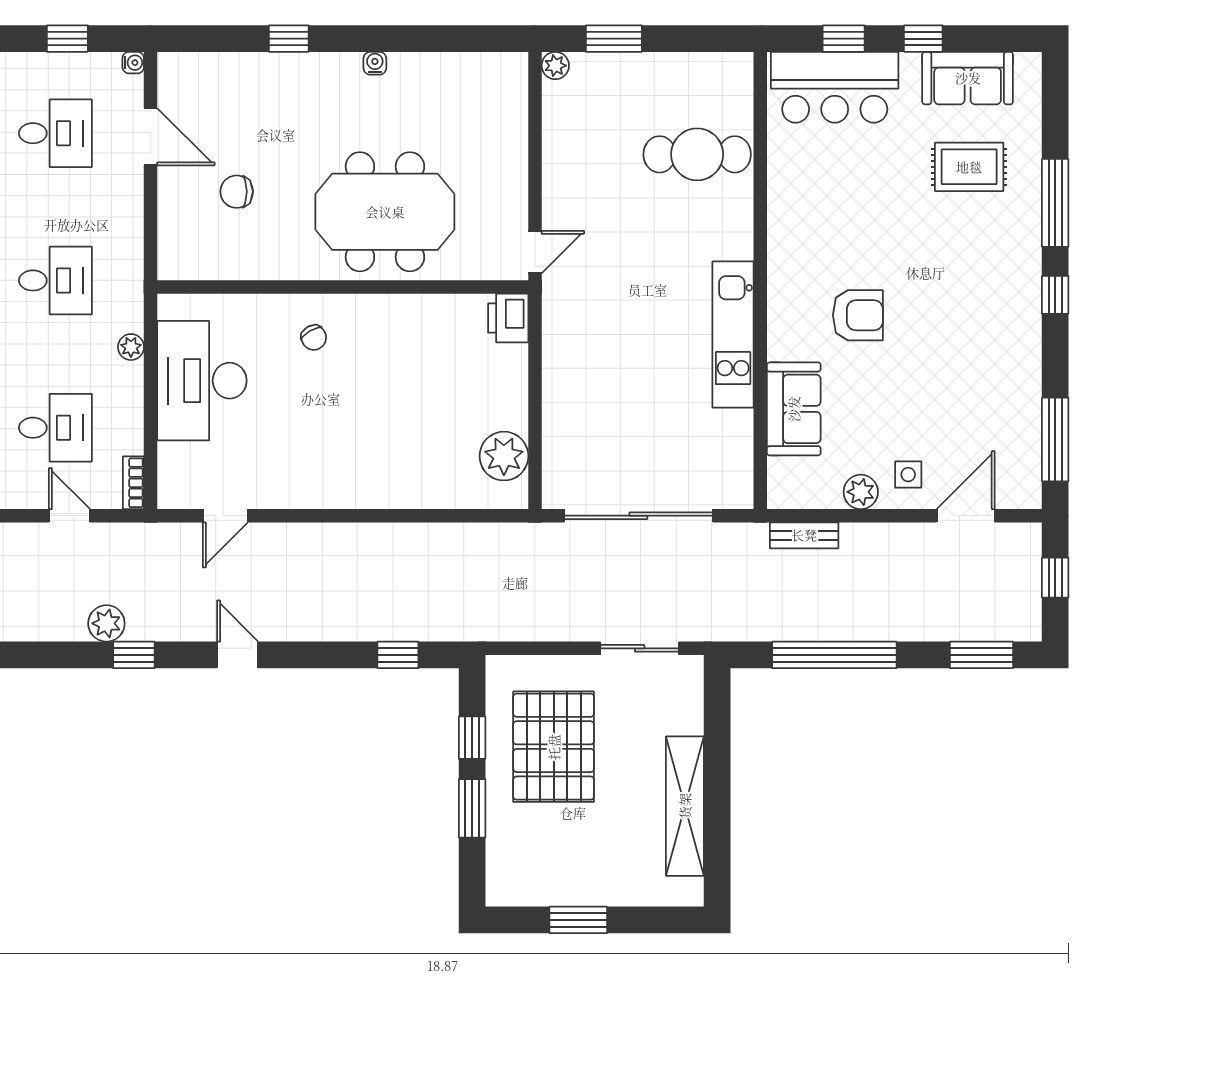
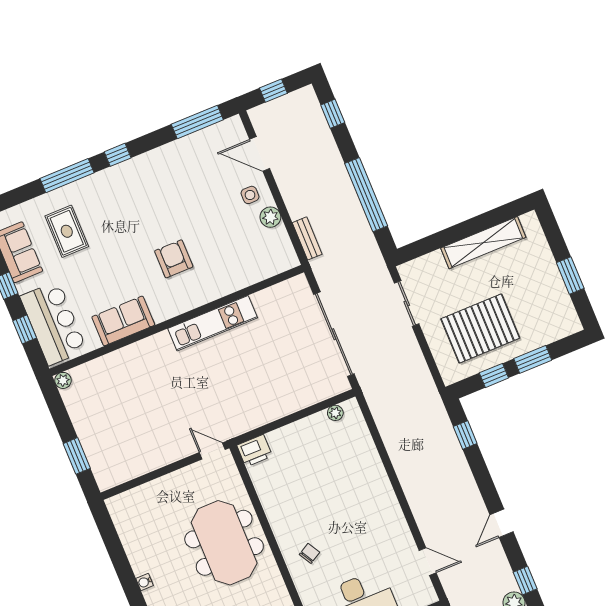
plant: (555, 66) -> (63, 380), moved
cafe table: (697, 154) -> (122, 384), removed
sofa: (794, 409) -> (123, 321), moved
plant: (504, 456) -> (335, 413), width x0.53, depth x0.53
window: (981, 655) -> (333, 114), width x0.67

